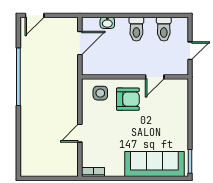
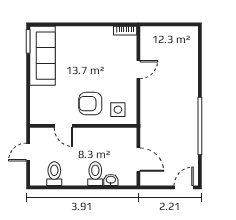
toilet: (136, 29) -> (95, 174), moved
door: (80, 43) -> (138, 160), swing flipped
door: (155, 77) -> (63, 126), swing flipped
sofa: (154, 164) -> (42, 56), moved, turned -90

